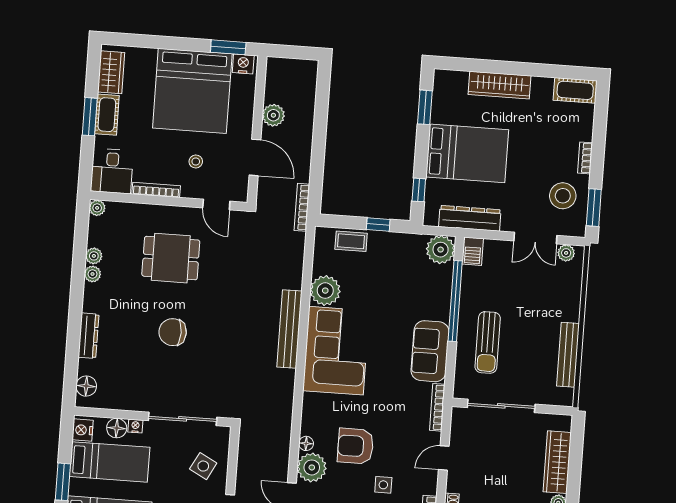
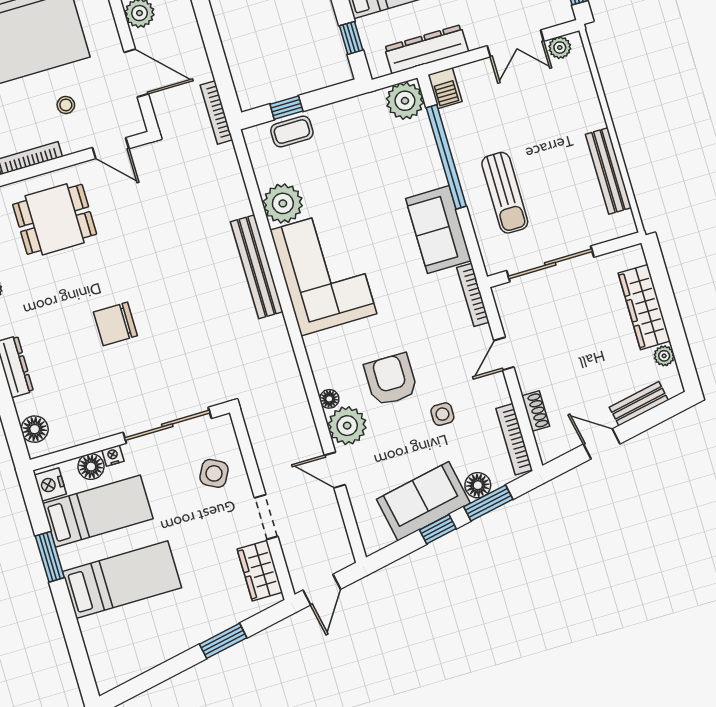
window: (378, 225) -> (286, 108), moved
dining table: (171, 258) -> (55, 219), moved
armchair: (356, 446) -> (391, 380), turned 90

